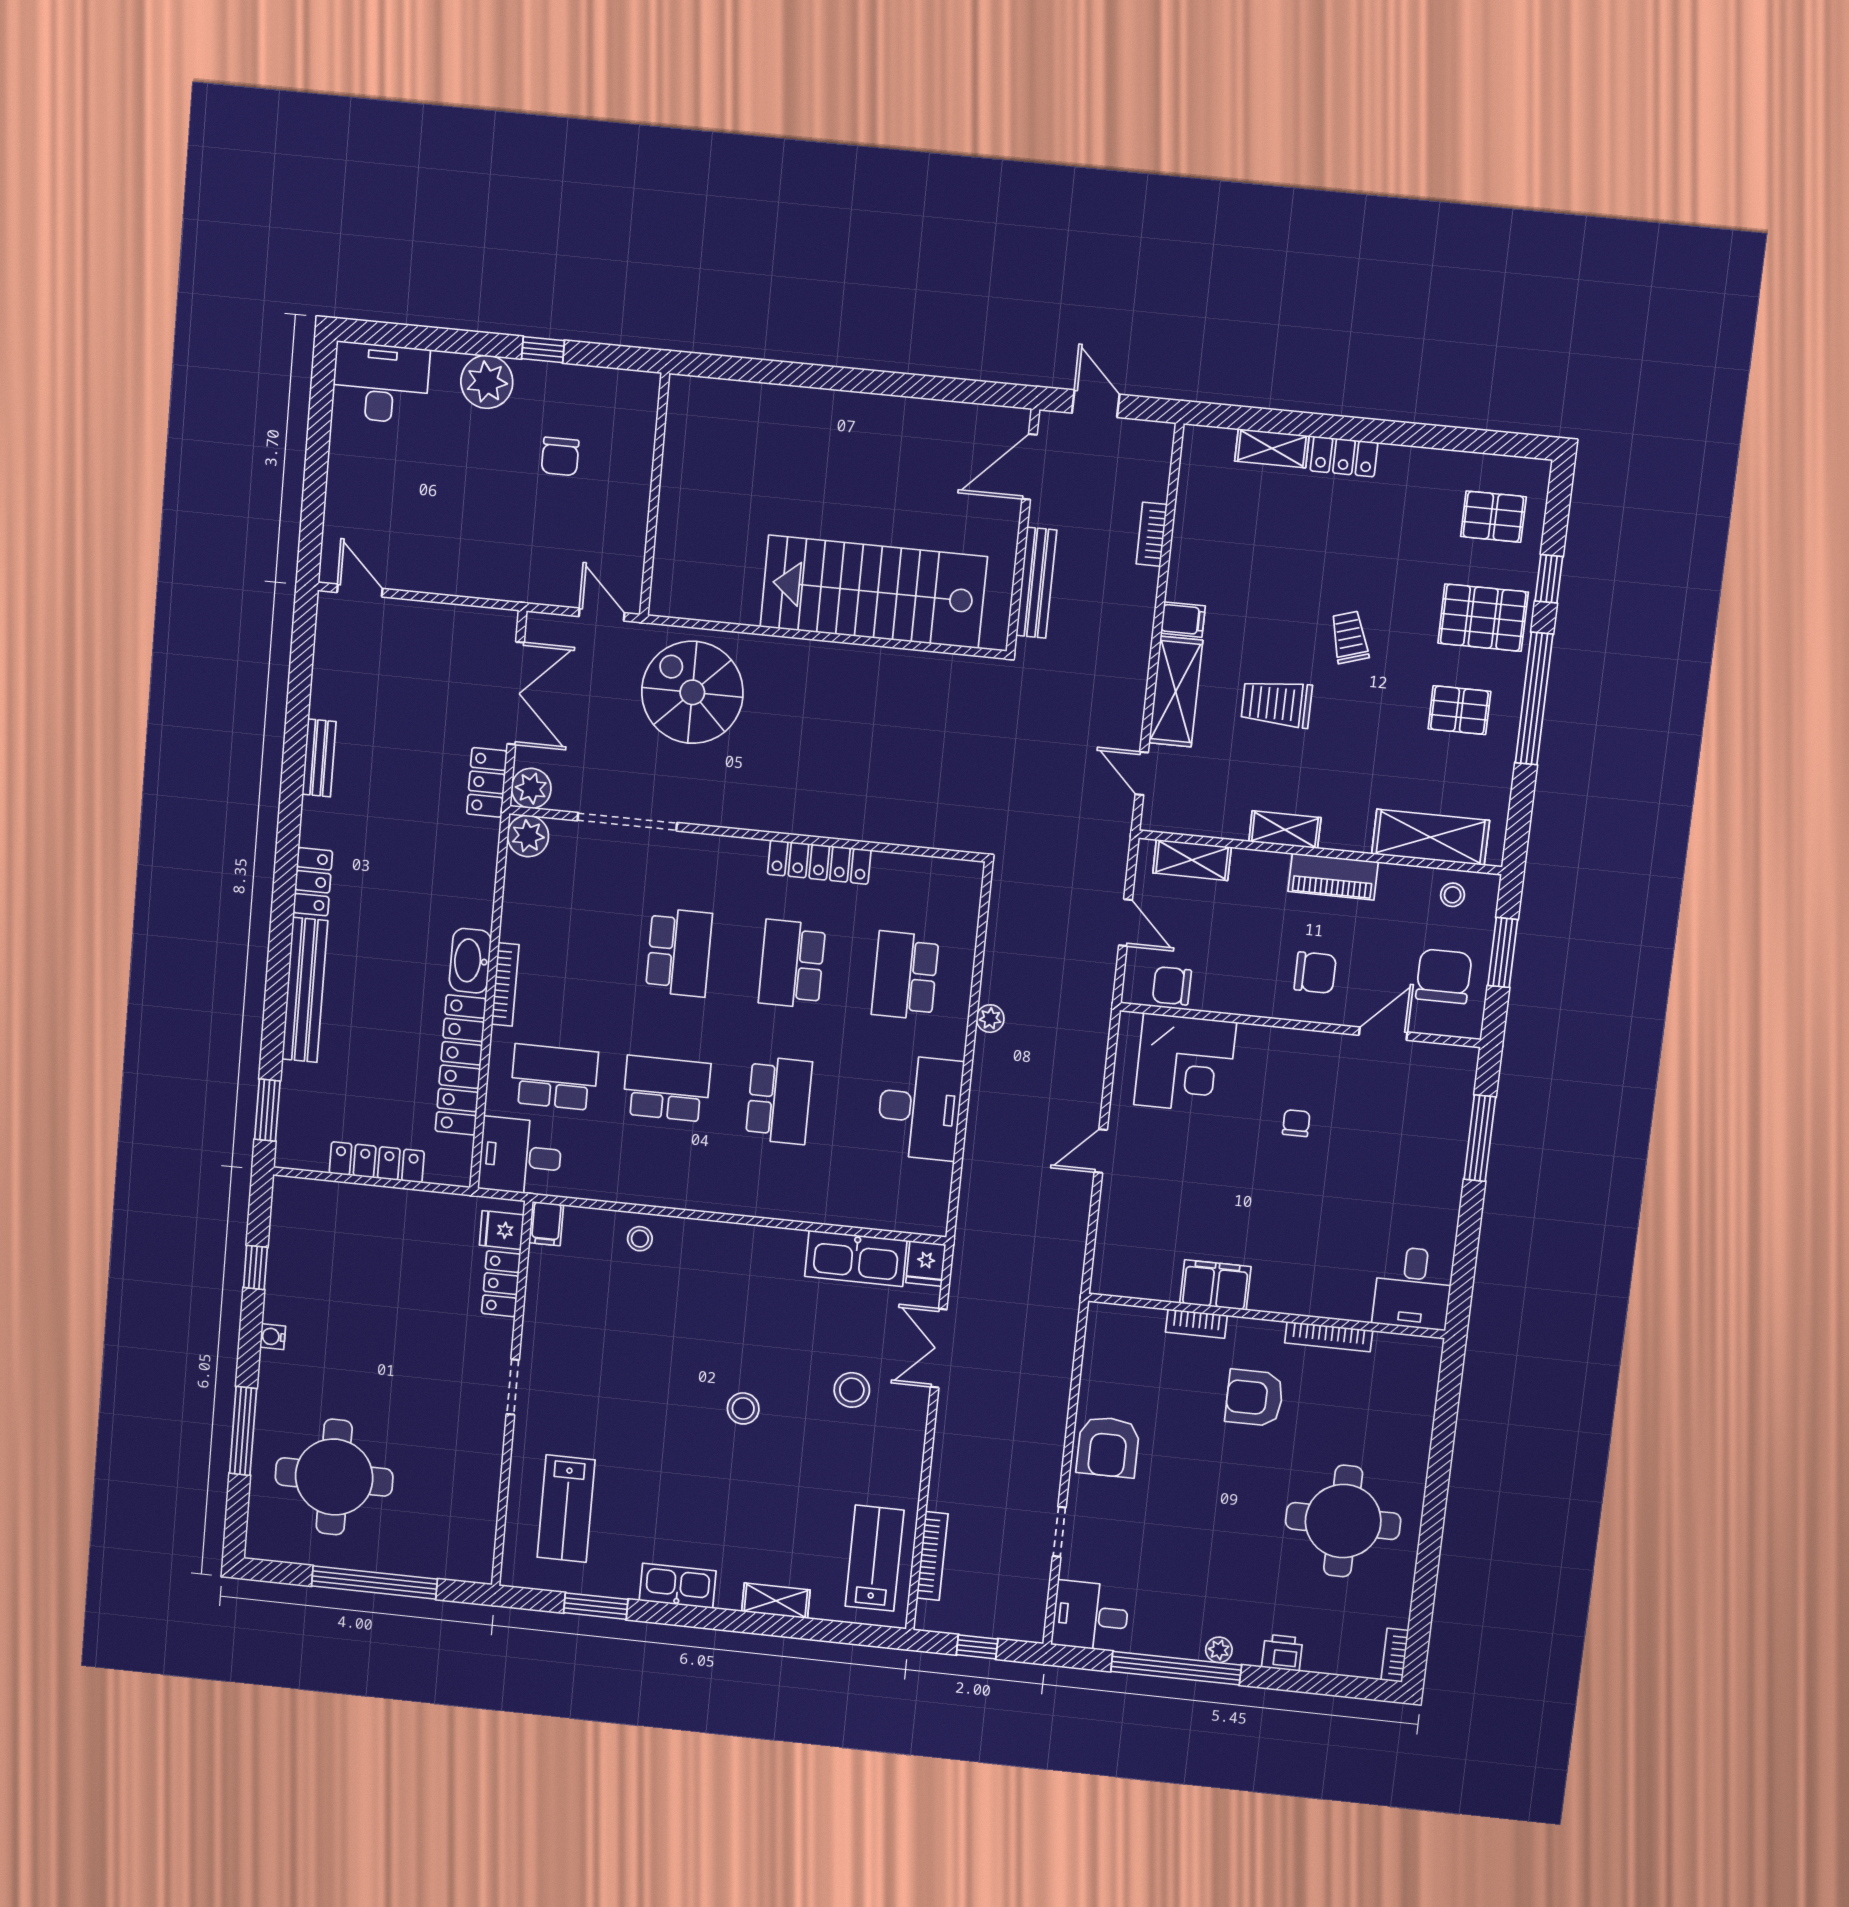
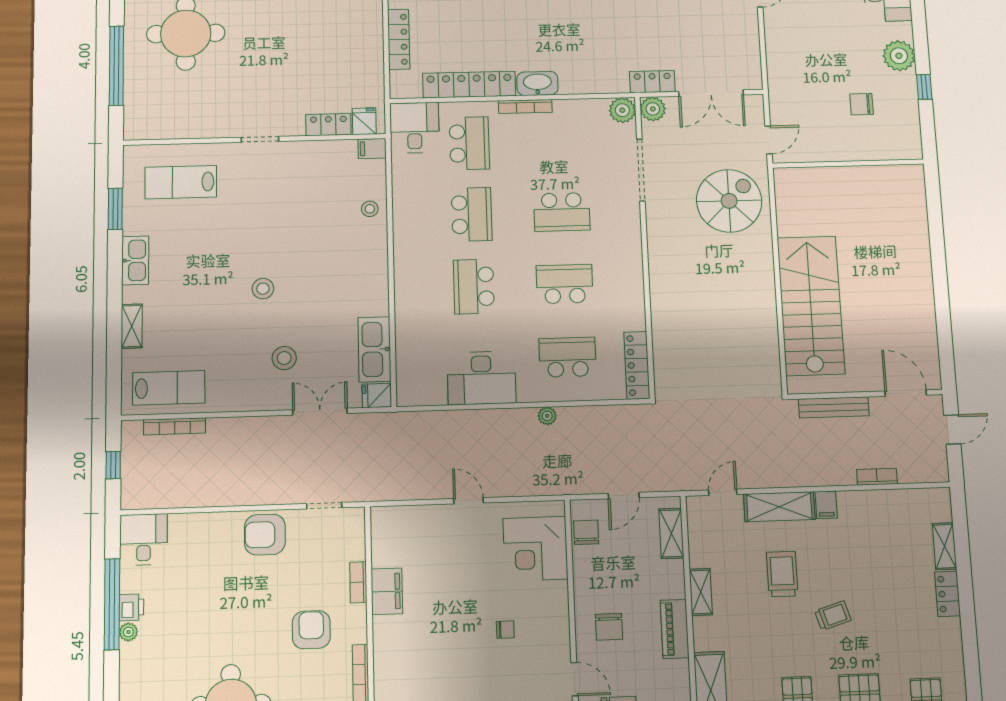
locker: (819, 862) -> (637, 365), moved
school desk: (779, 1100) -> (474, 287), turned 90
doorway: (1059, 1532) -> (324, 506), moved
printer: (1282, 1653) -> (131, 607), moved

